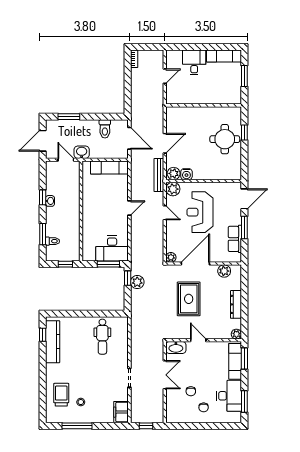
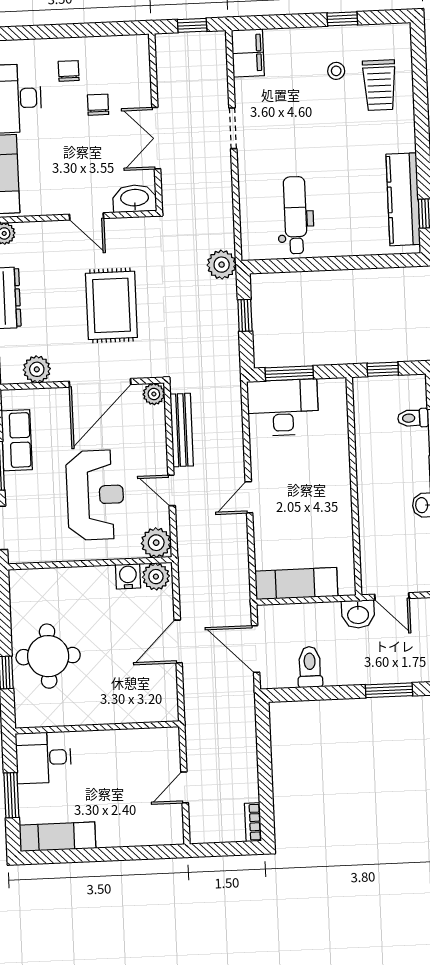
desk: (194, 62) -> (43, 758), moved, turned 90
bench: (159, 175) -> (182, 430), moved
window: (128, 278) -> (245, 315), moved
plant: (137, 282) -> (222, 265), moved
window: (77, 426) -> (342, 19), width x0.46

